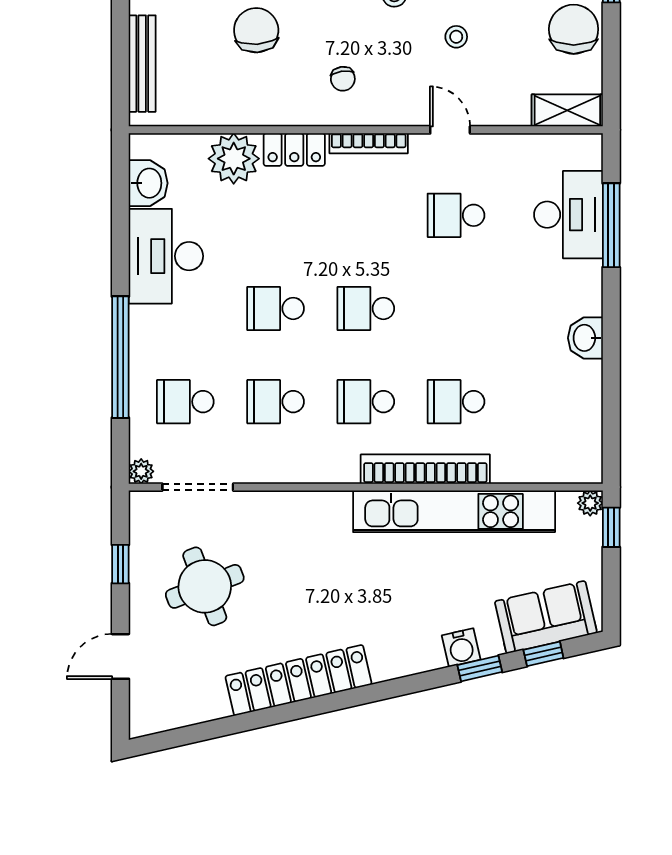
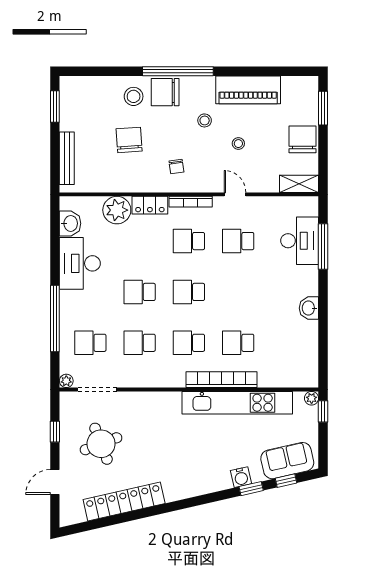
school desk: (366, 215) -> (189, 241), added
locker: (298, 680) -> (124, 501), moved

